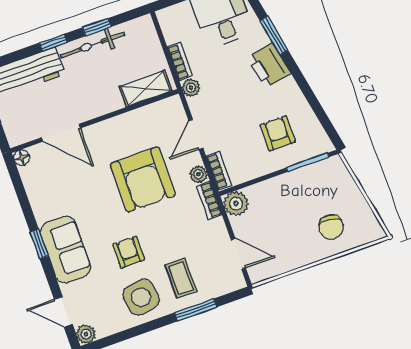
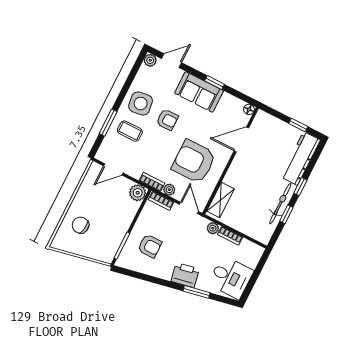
shelving: (146, 89) -> (221, 200), moved
wall: (94, 121) -> (231, 161), moved
door: (61, 133) -> (241, 139), moved
floor lamp: (22, 158) -> (249, 109), moved

